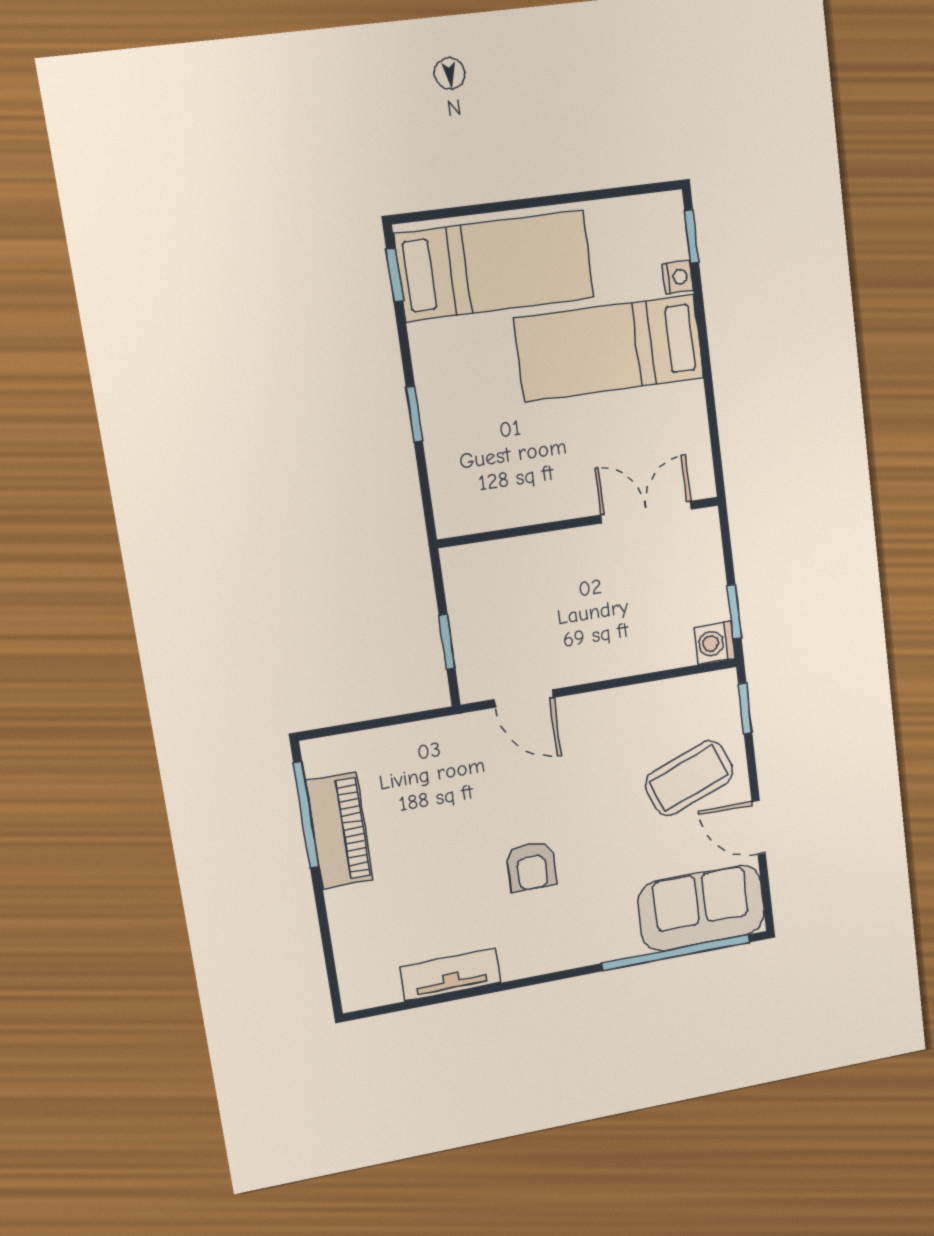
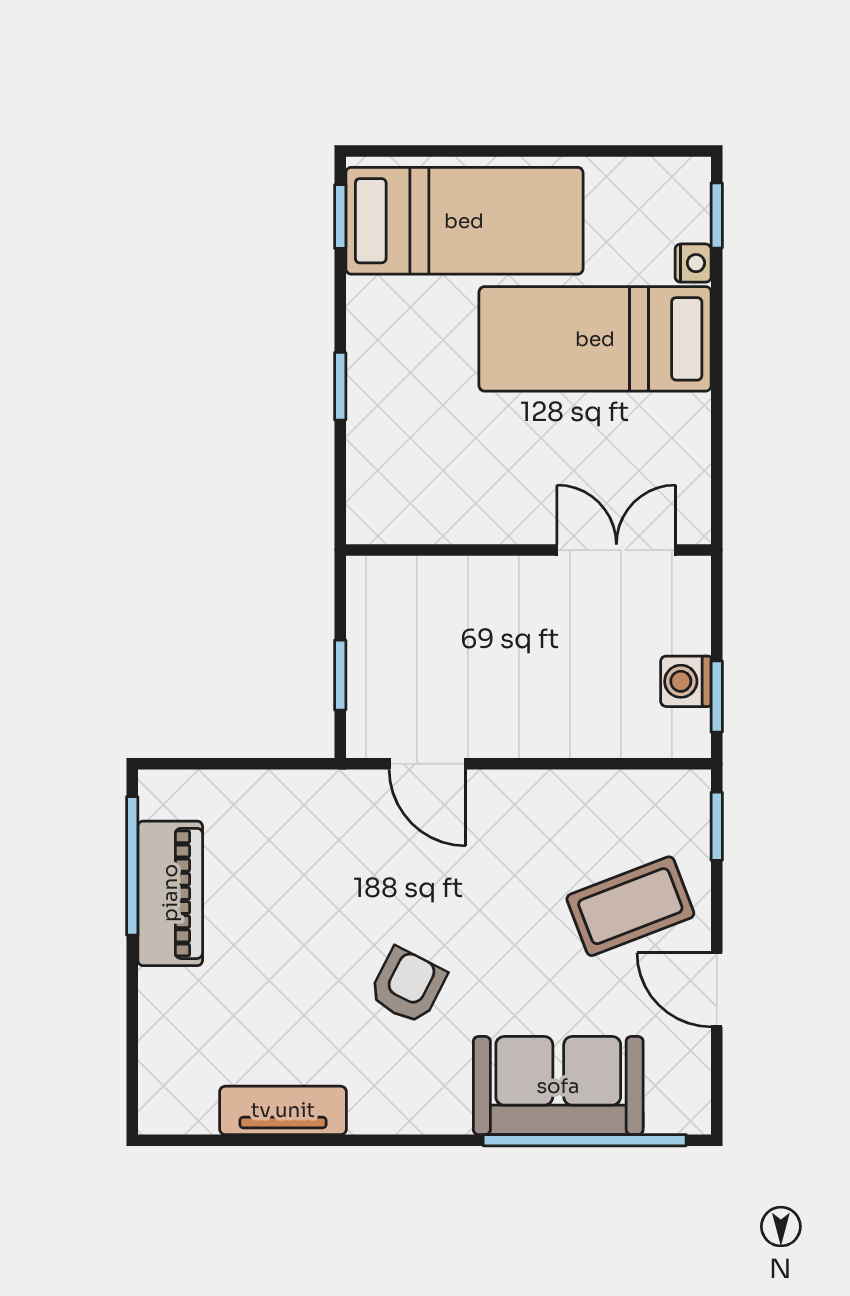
washing machine: (715, 643) -> (686, 681), moved
armchair: (531, 866) -> (408, 986), turned -153
sofa: (702, 908) -> (558, 1086), moved

